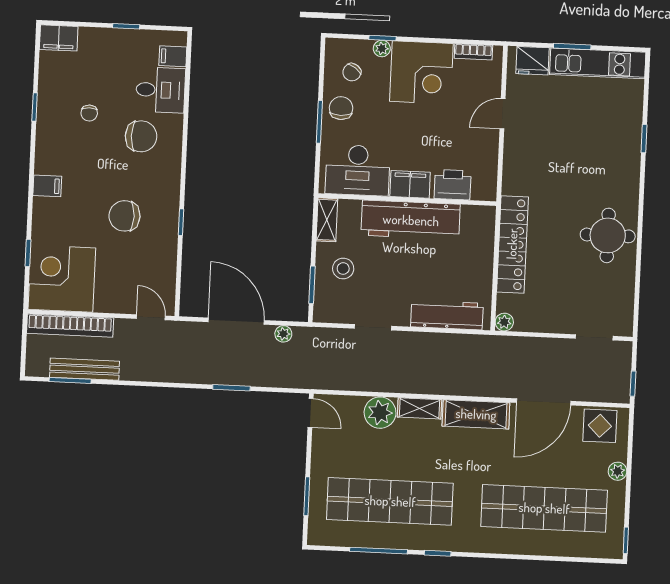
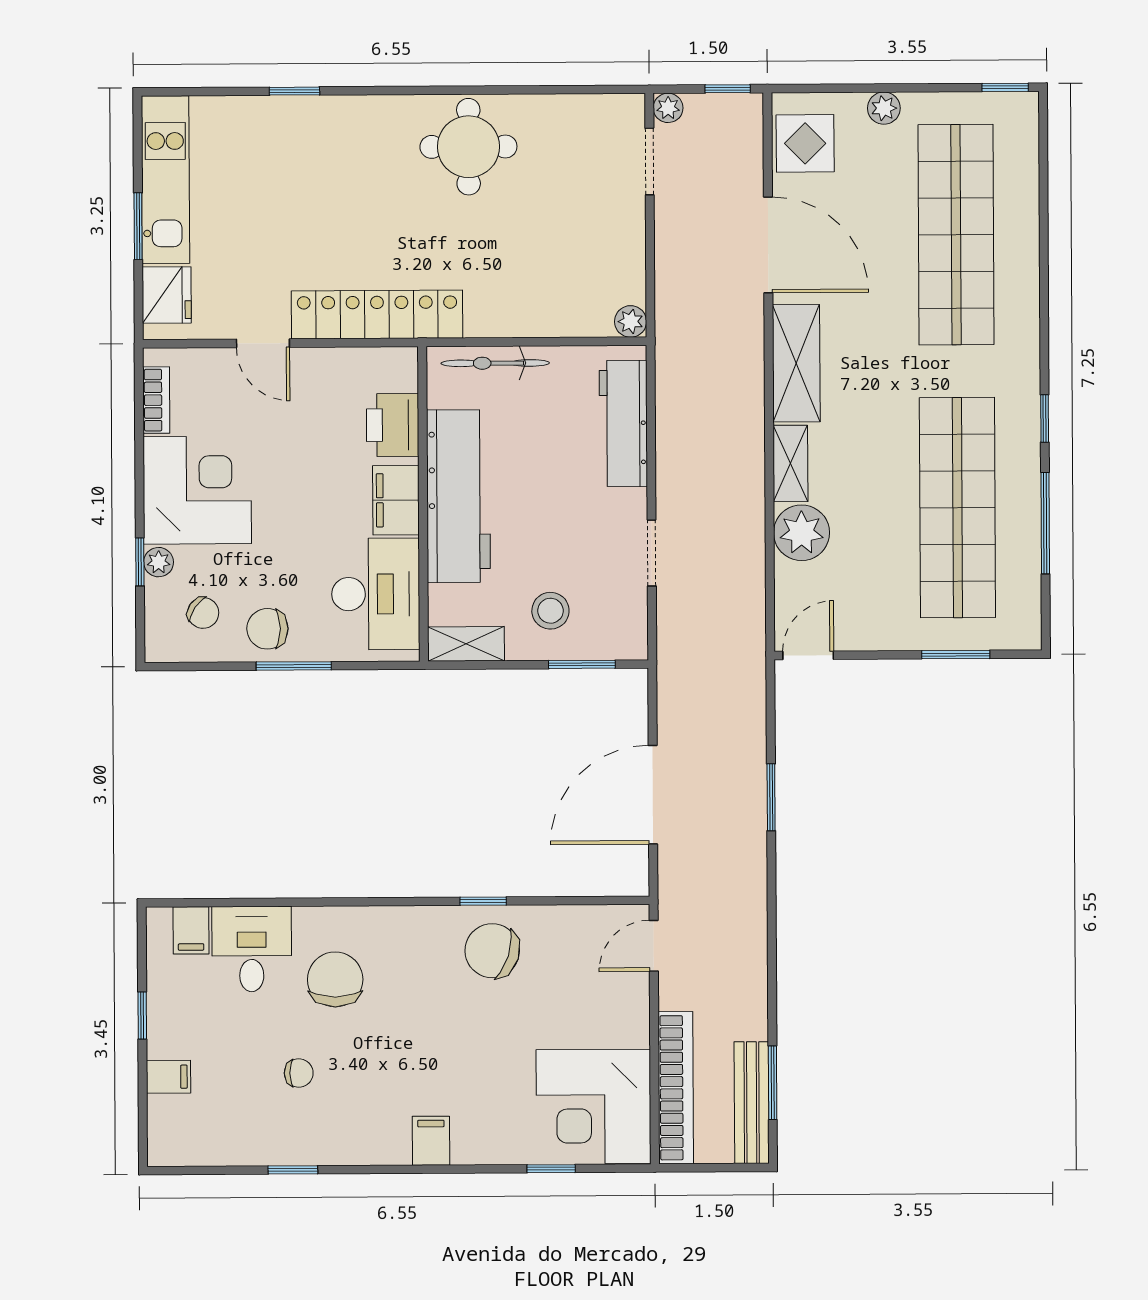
filing cabinet: (59, 38) -> (168, 1077), moved, width x0.50
chair: (124, 216) -> (492, 951), moved, turned 108
bicycle: (485, 244) -> (495, 363), added
locker: (512, 244) -> (377, 315), moved
plant: (283, 334) -> (668, 108), moved
bench: (85, 369) -> (752, 1103), moved

